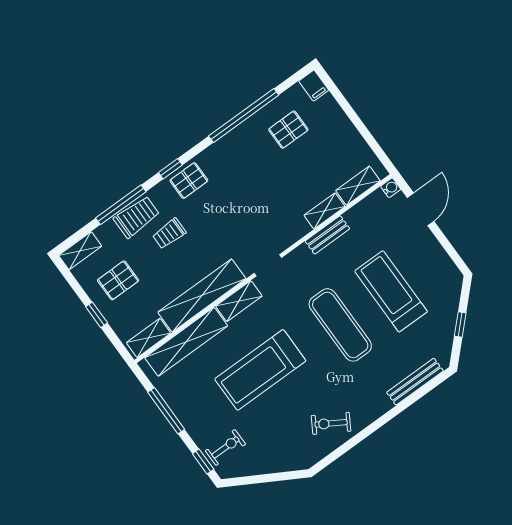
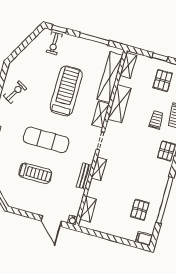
shelving: (324, 211) -> (99, 169), moved
treadmill: (391, 291) -> (35, 173), width x0.73, depth x0.73
shelving: (202, 295) -> (119, 104), width x0.68

